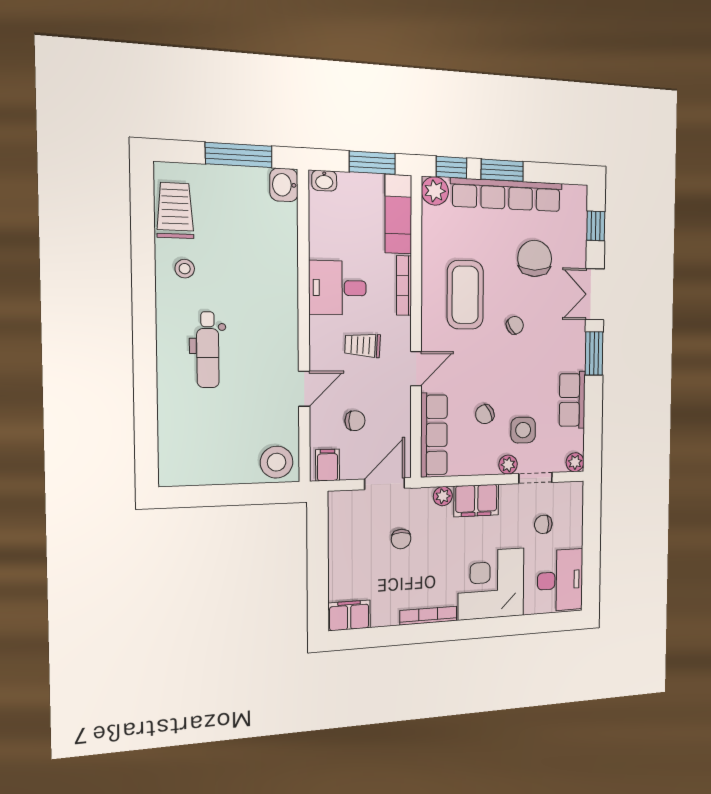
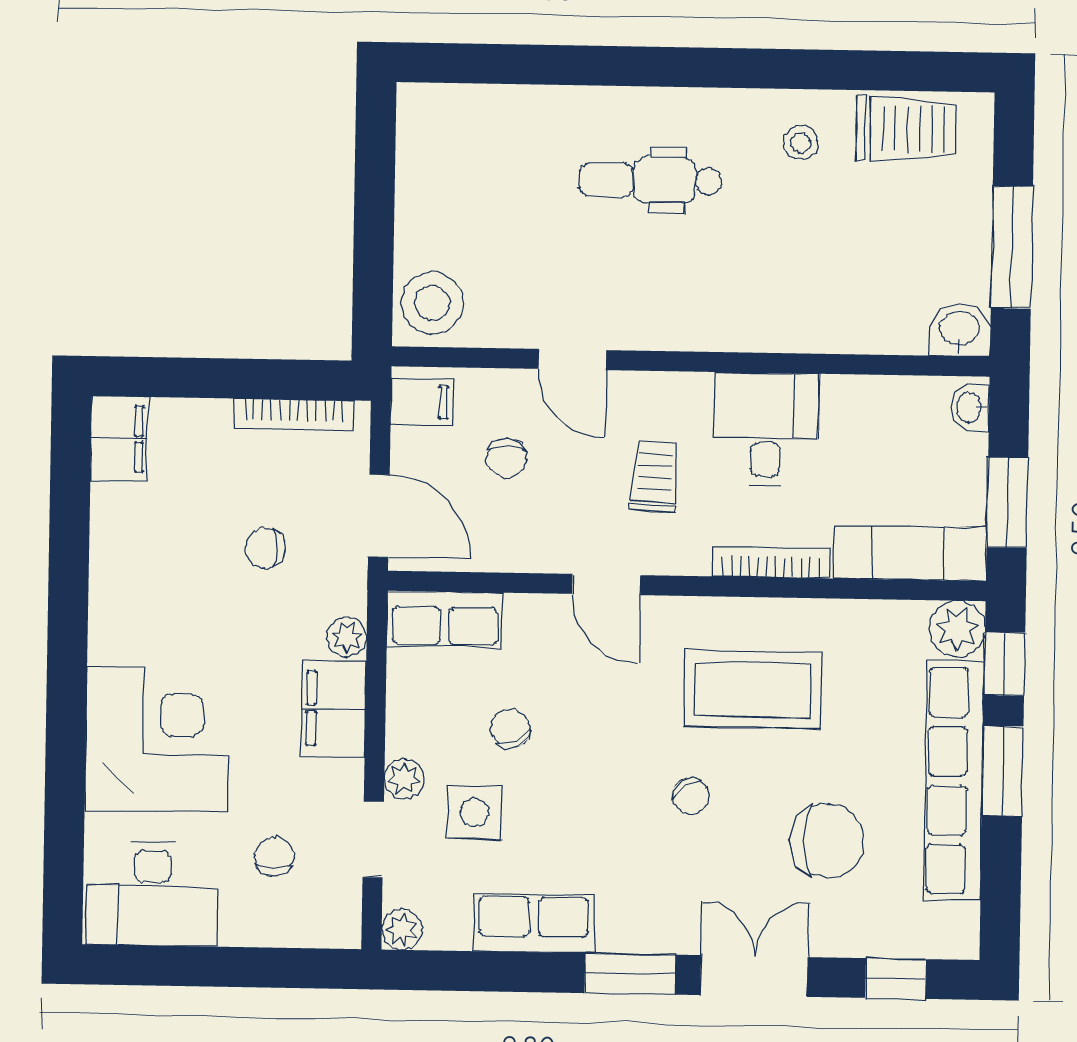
row of seats: (434, 435) -> (445, 619), width x0.68
bookcase: (428, 616) -> (294, 415), moved, turned 90

